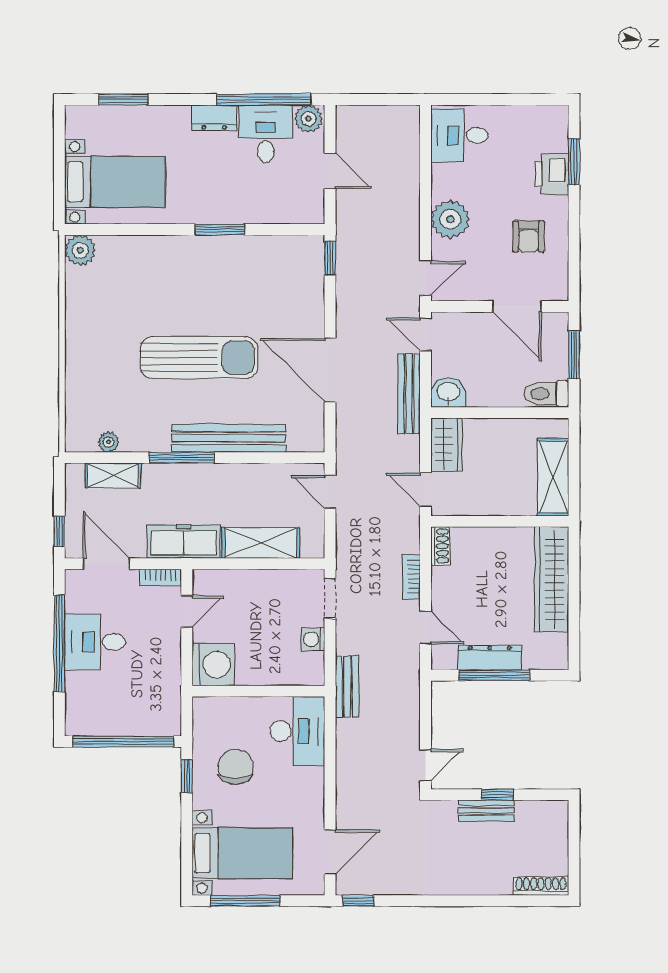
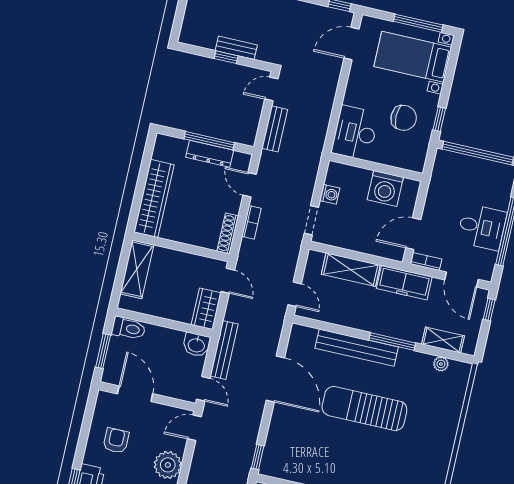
shoe rack: (440, 546) -> (228, 233), width x1.43
door: (187, 612) -> (413, 234), width x1.38
washing machine: (213, 665) -> (385, 188), moved, turned -90
bench: (347, 687) -> (275, 129), moved
chair: (236, 767) -> (404, 118), turned -90

